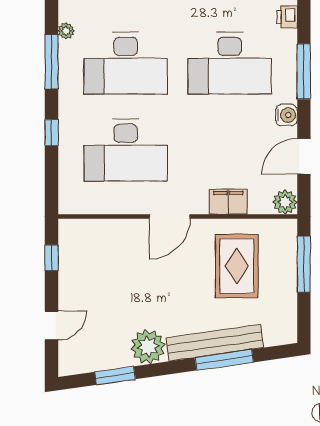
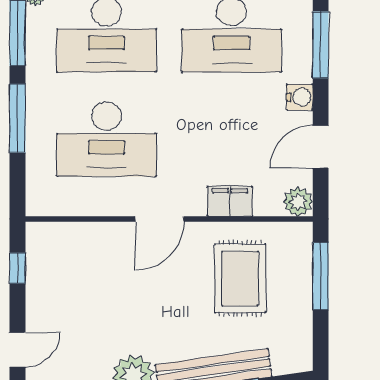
window: (51, 133) -> (17, 118), width x2.17

